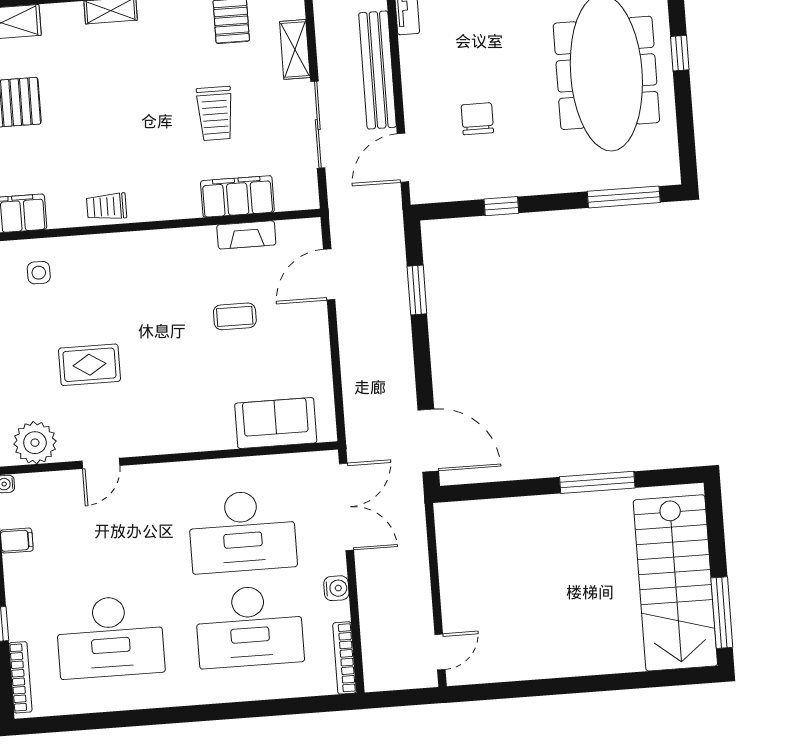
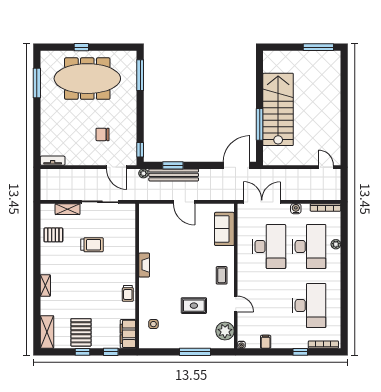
bench: (378, 70) -> (174, 175), moved
filing cabinet: (237, 196) -> (128, 238), removed
window: (501, 206) -> (140, 150), moved
plant: (393, 222) -> (143, 173), added
fireplace: (246, 235) -> (144, 265), moved
door: (329, 274) -> (184, 202), moved
coffee table: (235, 316) -> (222, 275), moved
rug: (89, 365) -> (194, 306), turned 90
window: (597, 482) -> (260, 124), moved
stairs: (675, 583) -> (278, 109), moved, turned -90
plant: (260, 689) -> (336, 244), added

